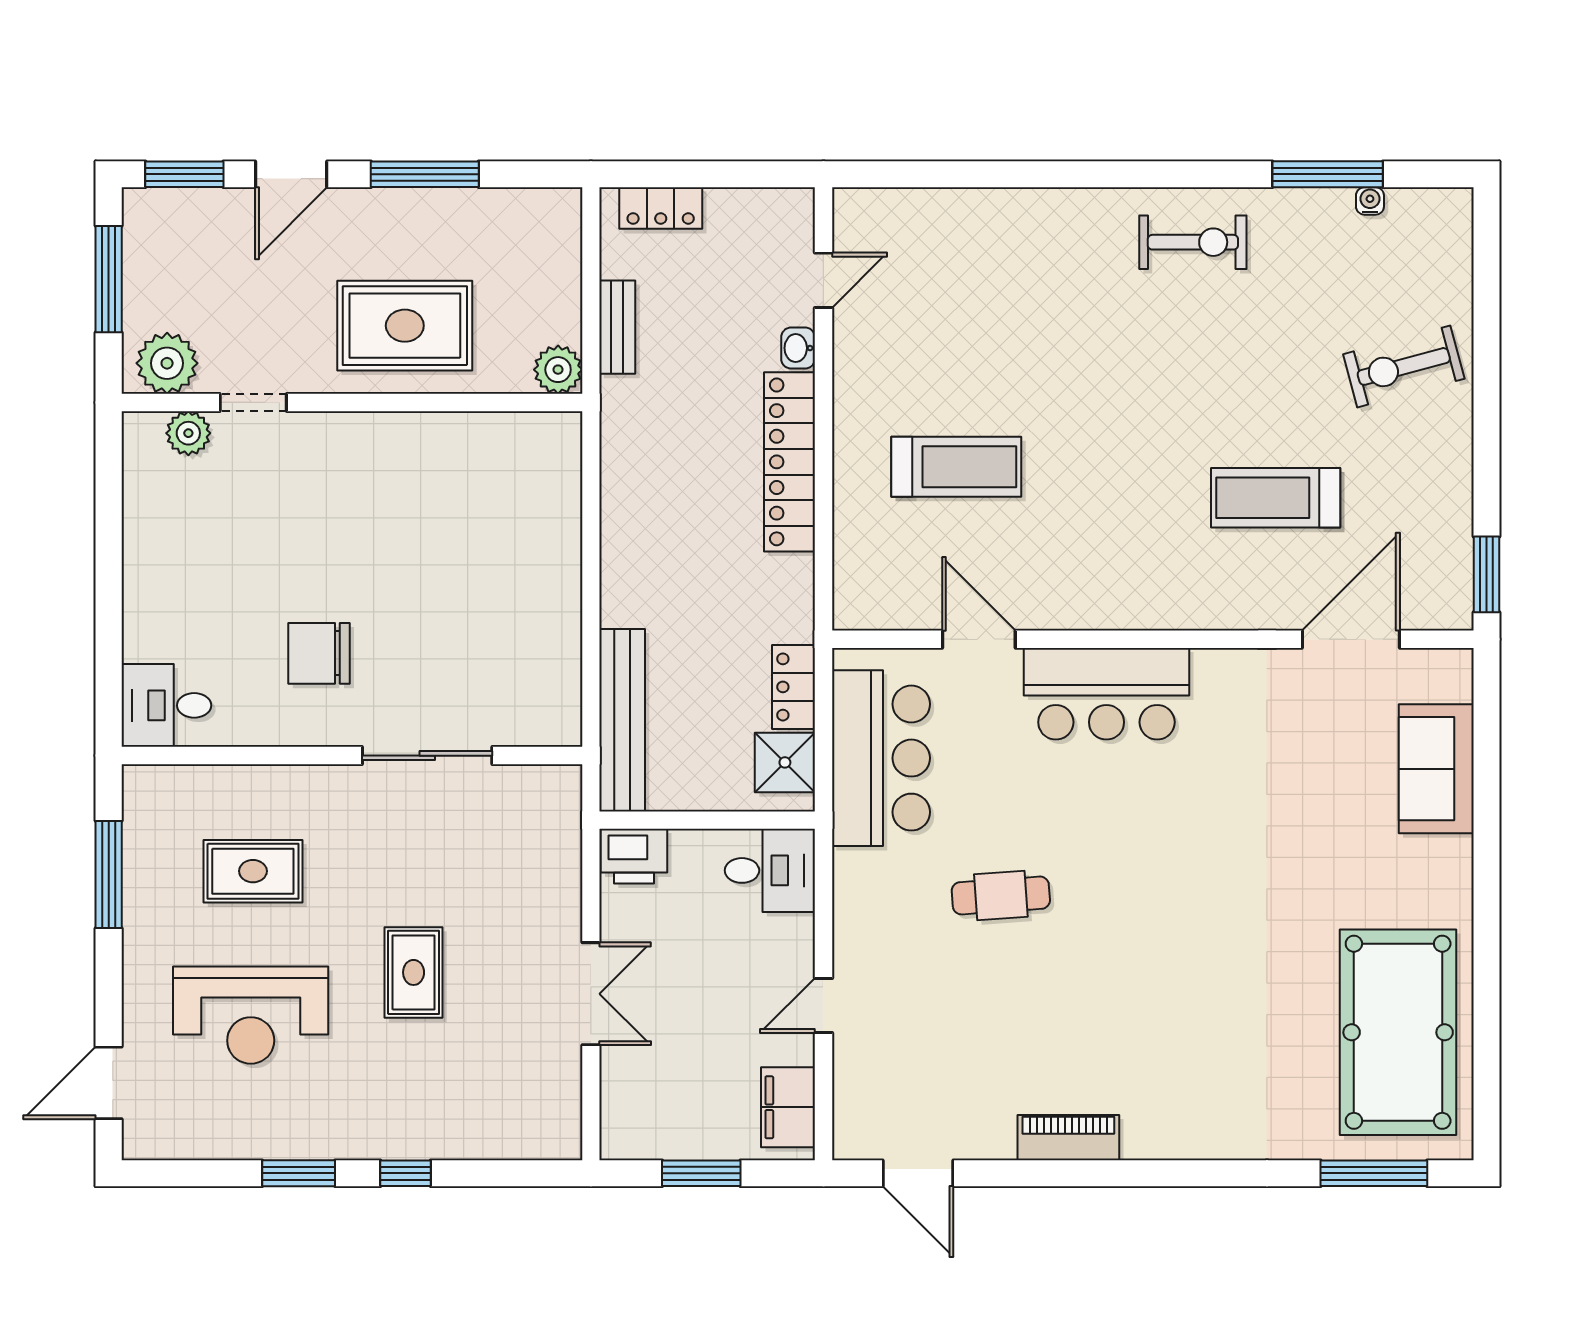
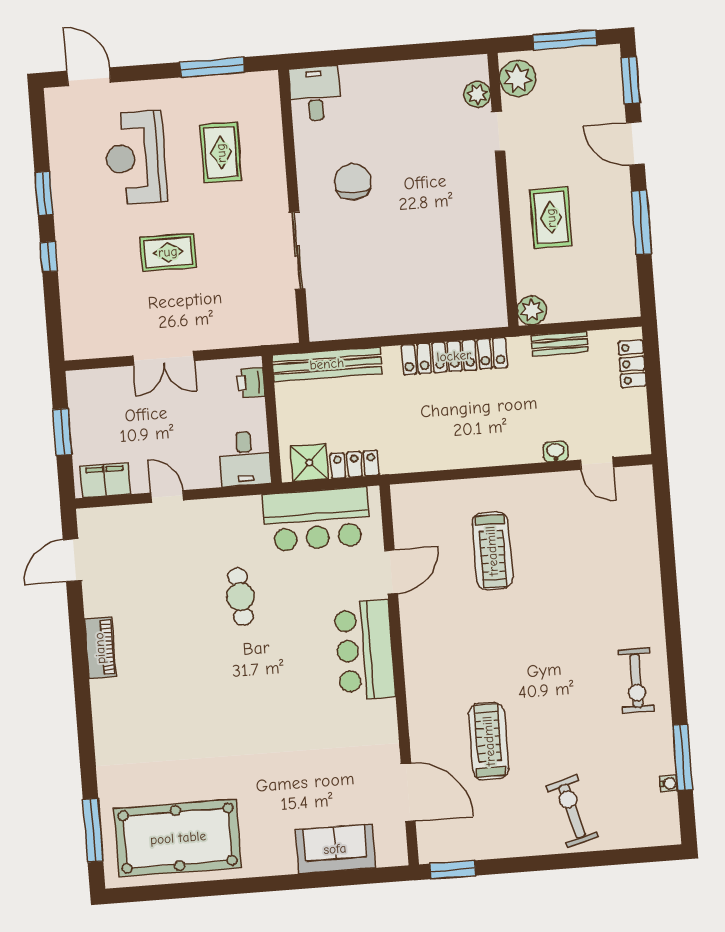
rug: (405, 326) -> (551, 218), width x0.73, depth x0.70
locker: (789, 462) -> (454, 356), moved, turned 180
printer: (634, 856) -> (251, 383), width x0.73, depth x0.81

